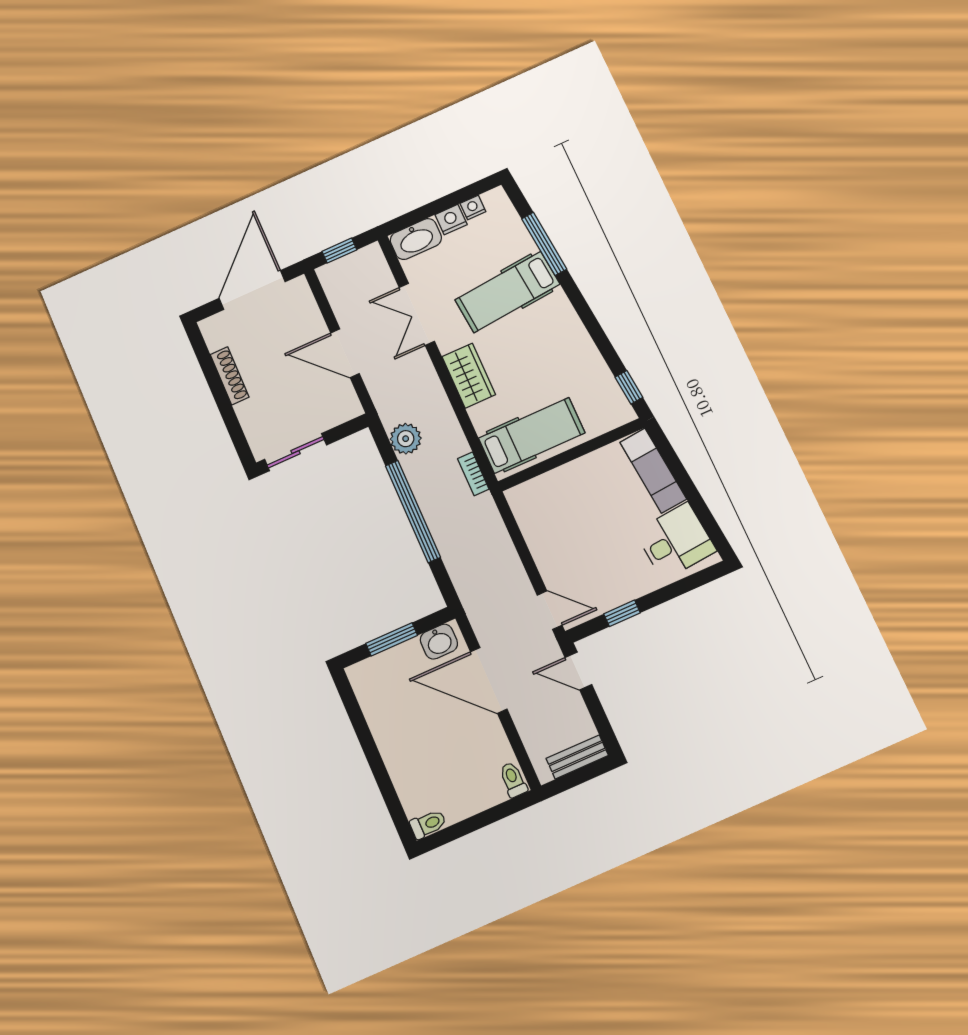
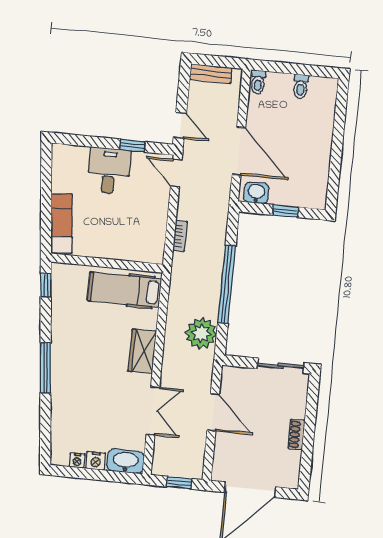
window: (544, 244) -> (46, 368), moved
hospital bed: (507, 292) -> (87, 392), removed
shoe rack: (230, 376) -> (297, 435), width x0.70
plant: (406, 439) -> (201, 333), width x1.36, depth x1.36
bookcase: (473, 474) -> (180, 236), moved
desk: (676, 541) -> (109, 171), moved, turned 95
window: (392, 639) -> (285, 211), width x0.67
toilet: (428, 824) -> (301, 87), moved, turned -90

